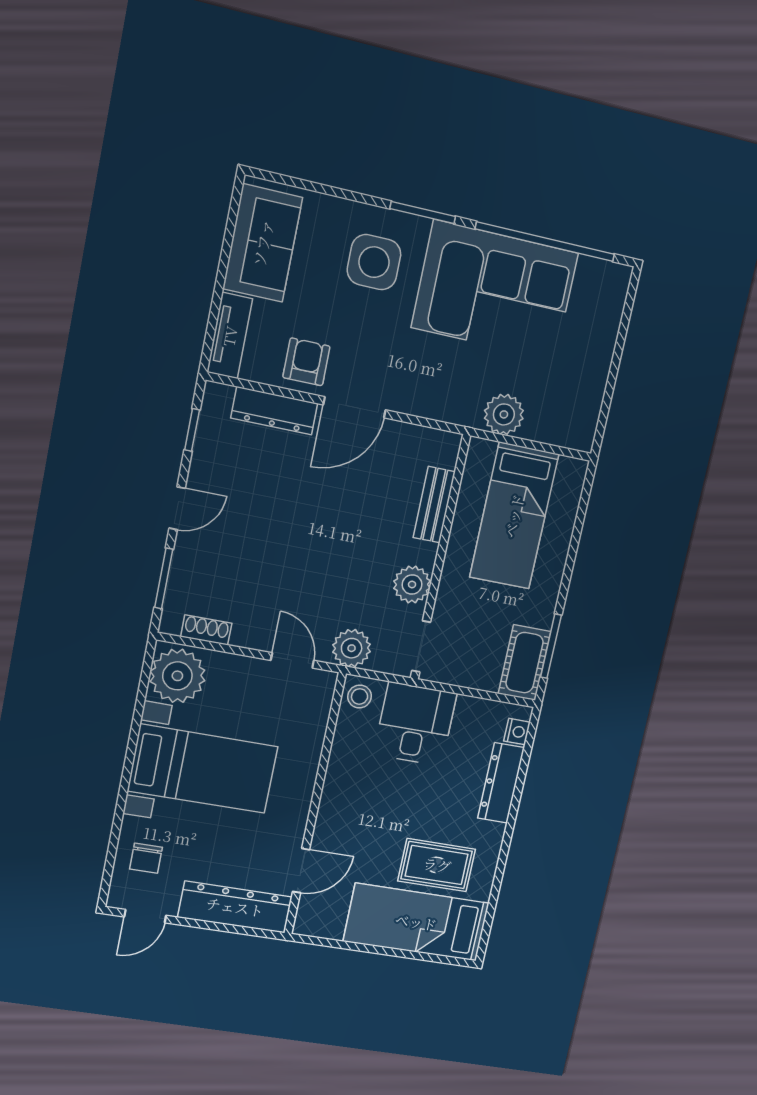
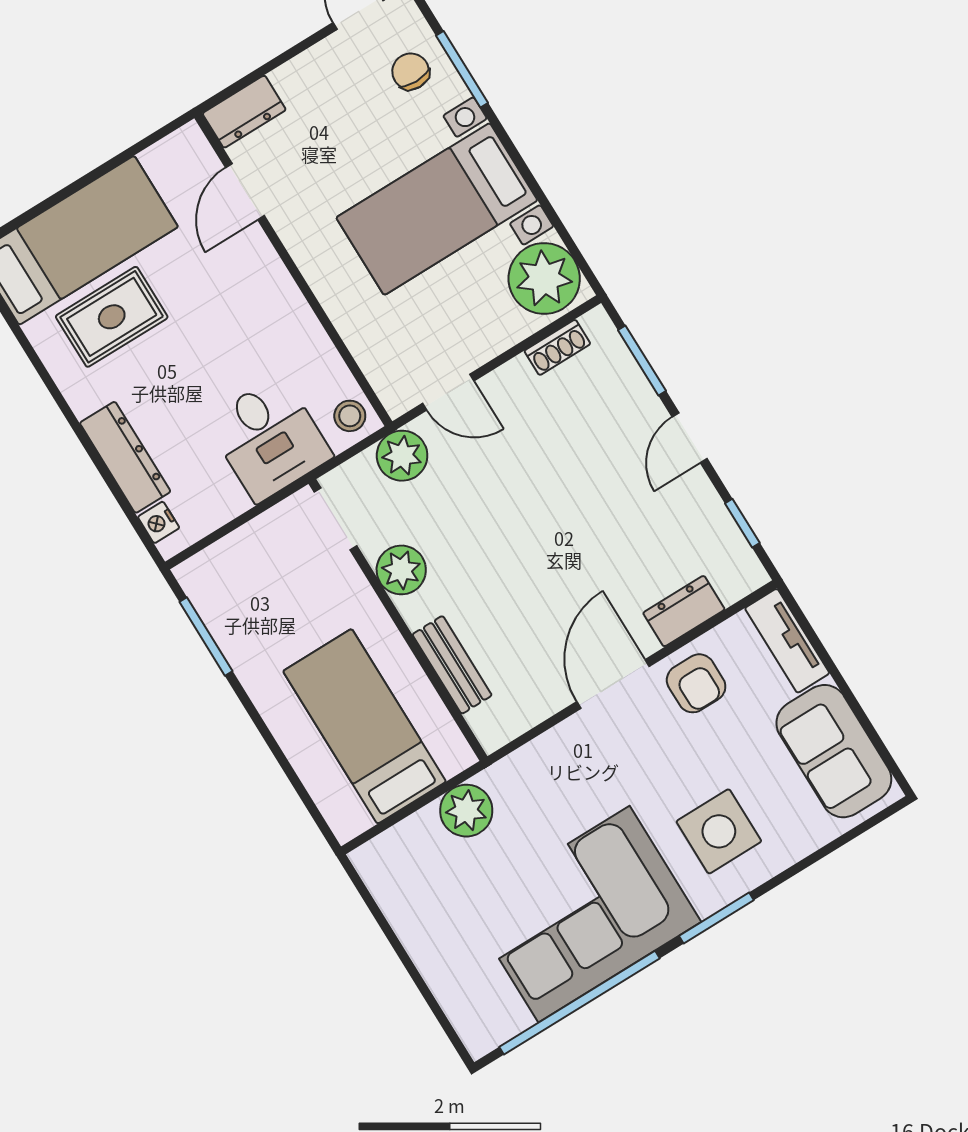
dresser: (274, 411) -> (684, 611), width x0.70
cot: (524, 663) -> (217, 596), removed
window: (115, 835) -> (462, 69), added
dresser: (235, 907) -> (244, 112), width x0.51, depth x0.80

